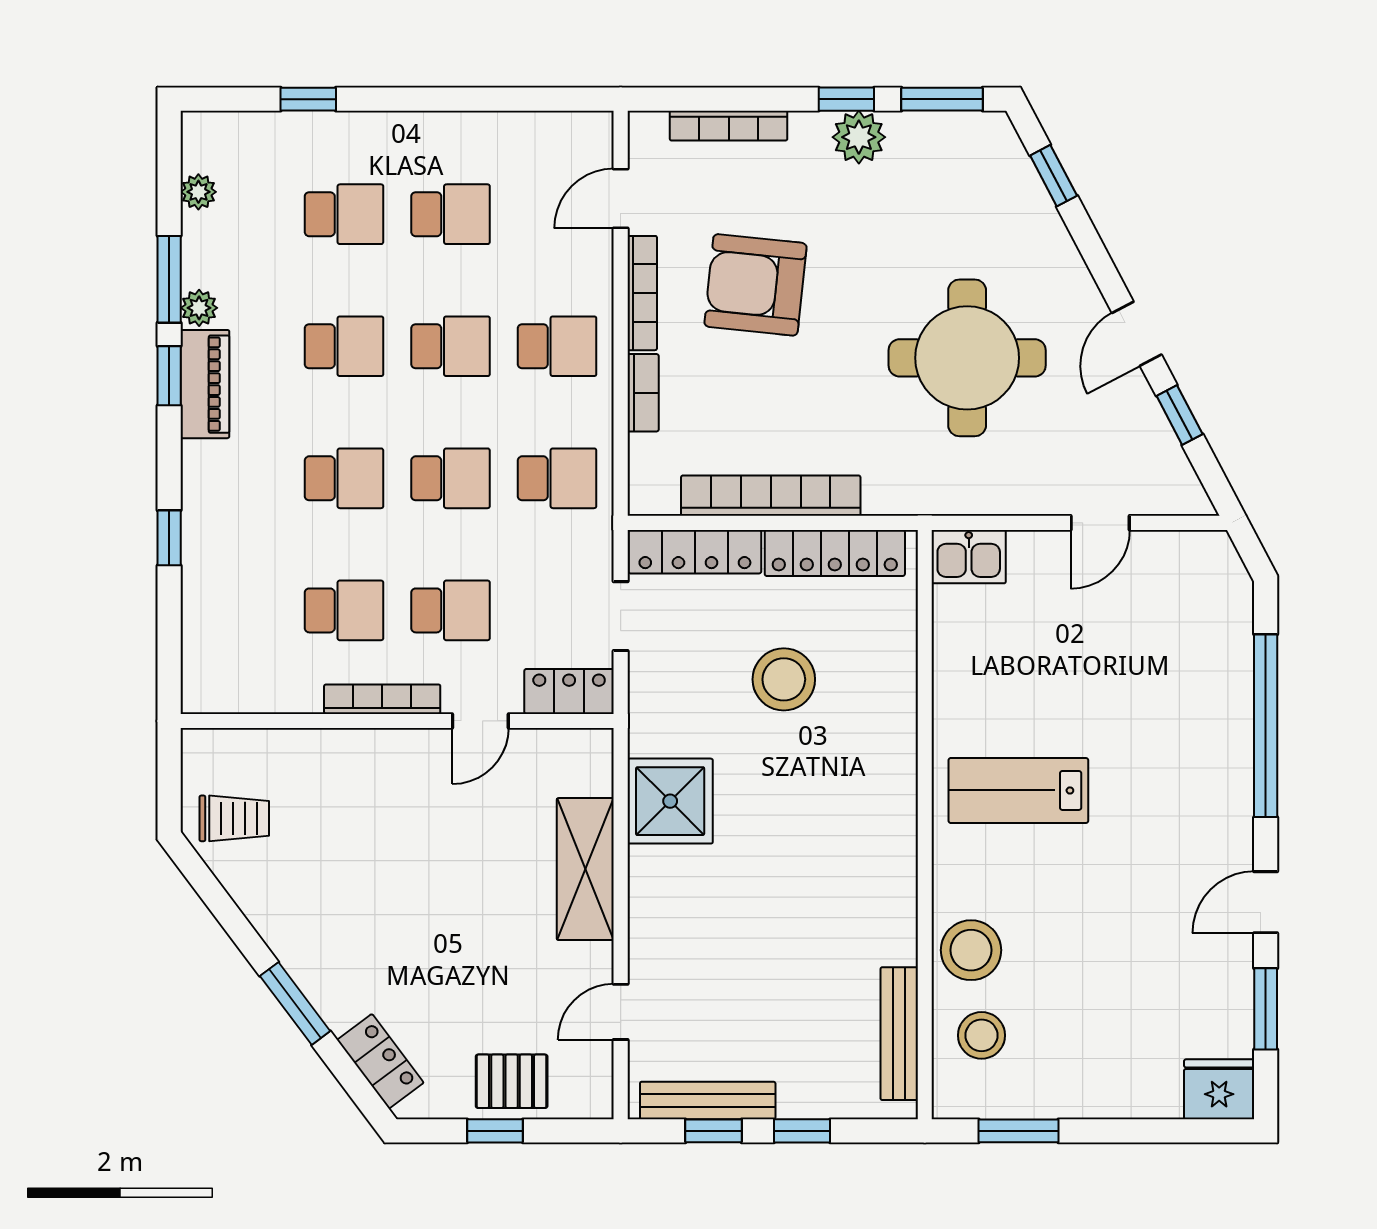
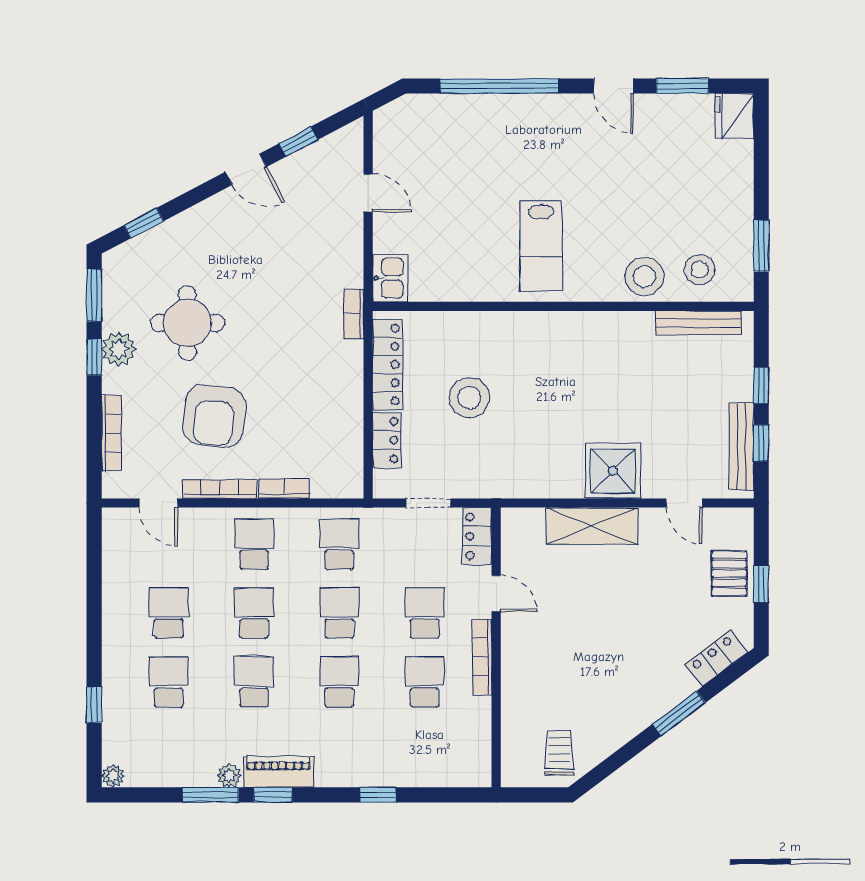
plant: (198, 192) -> (113, 776), moved
round table: (967, 358) -> (187, 323), moved, width x0.73, depth x0.73
bookcase: (771, 496) -> (354, 314), moved, width x0.43, depth x0.76
locker: (695, 552) -> (387, 440), width x0.66
shower: (670, 801) -> (613, 471), moved

